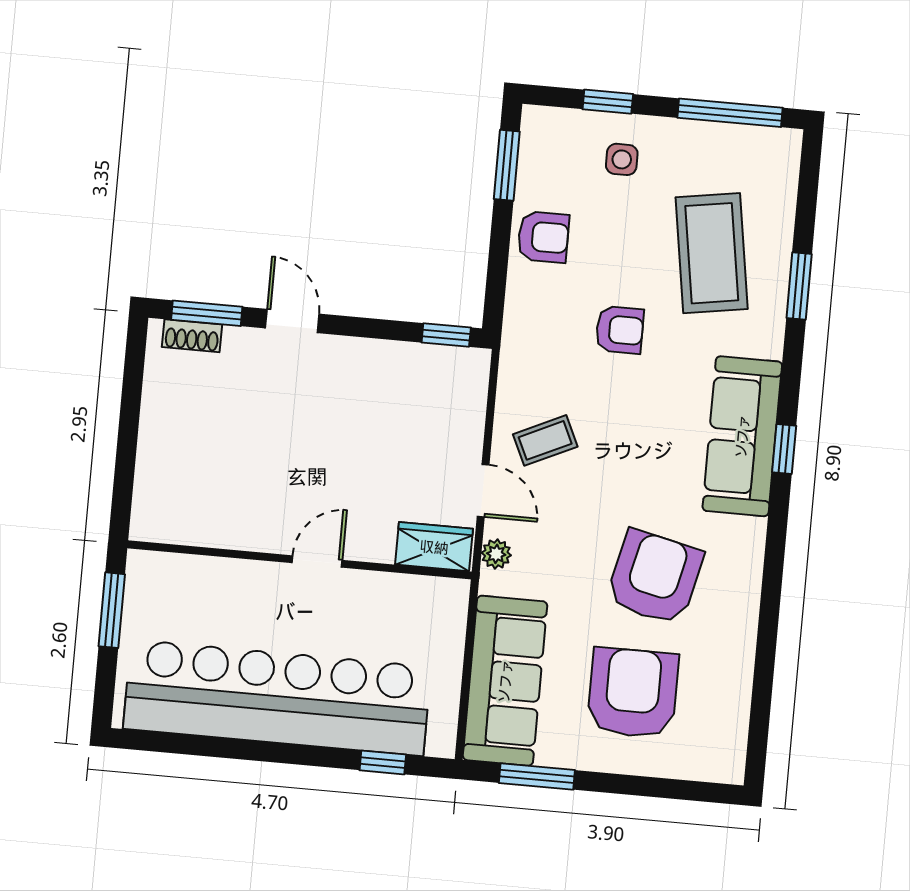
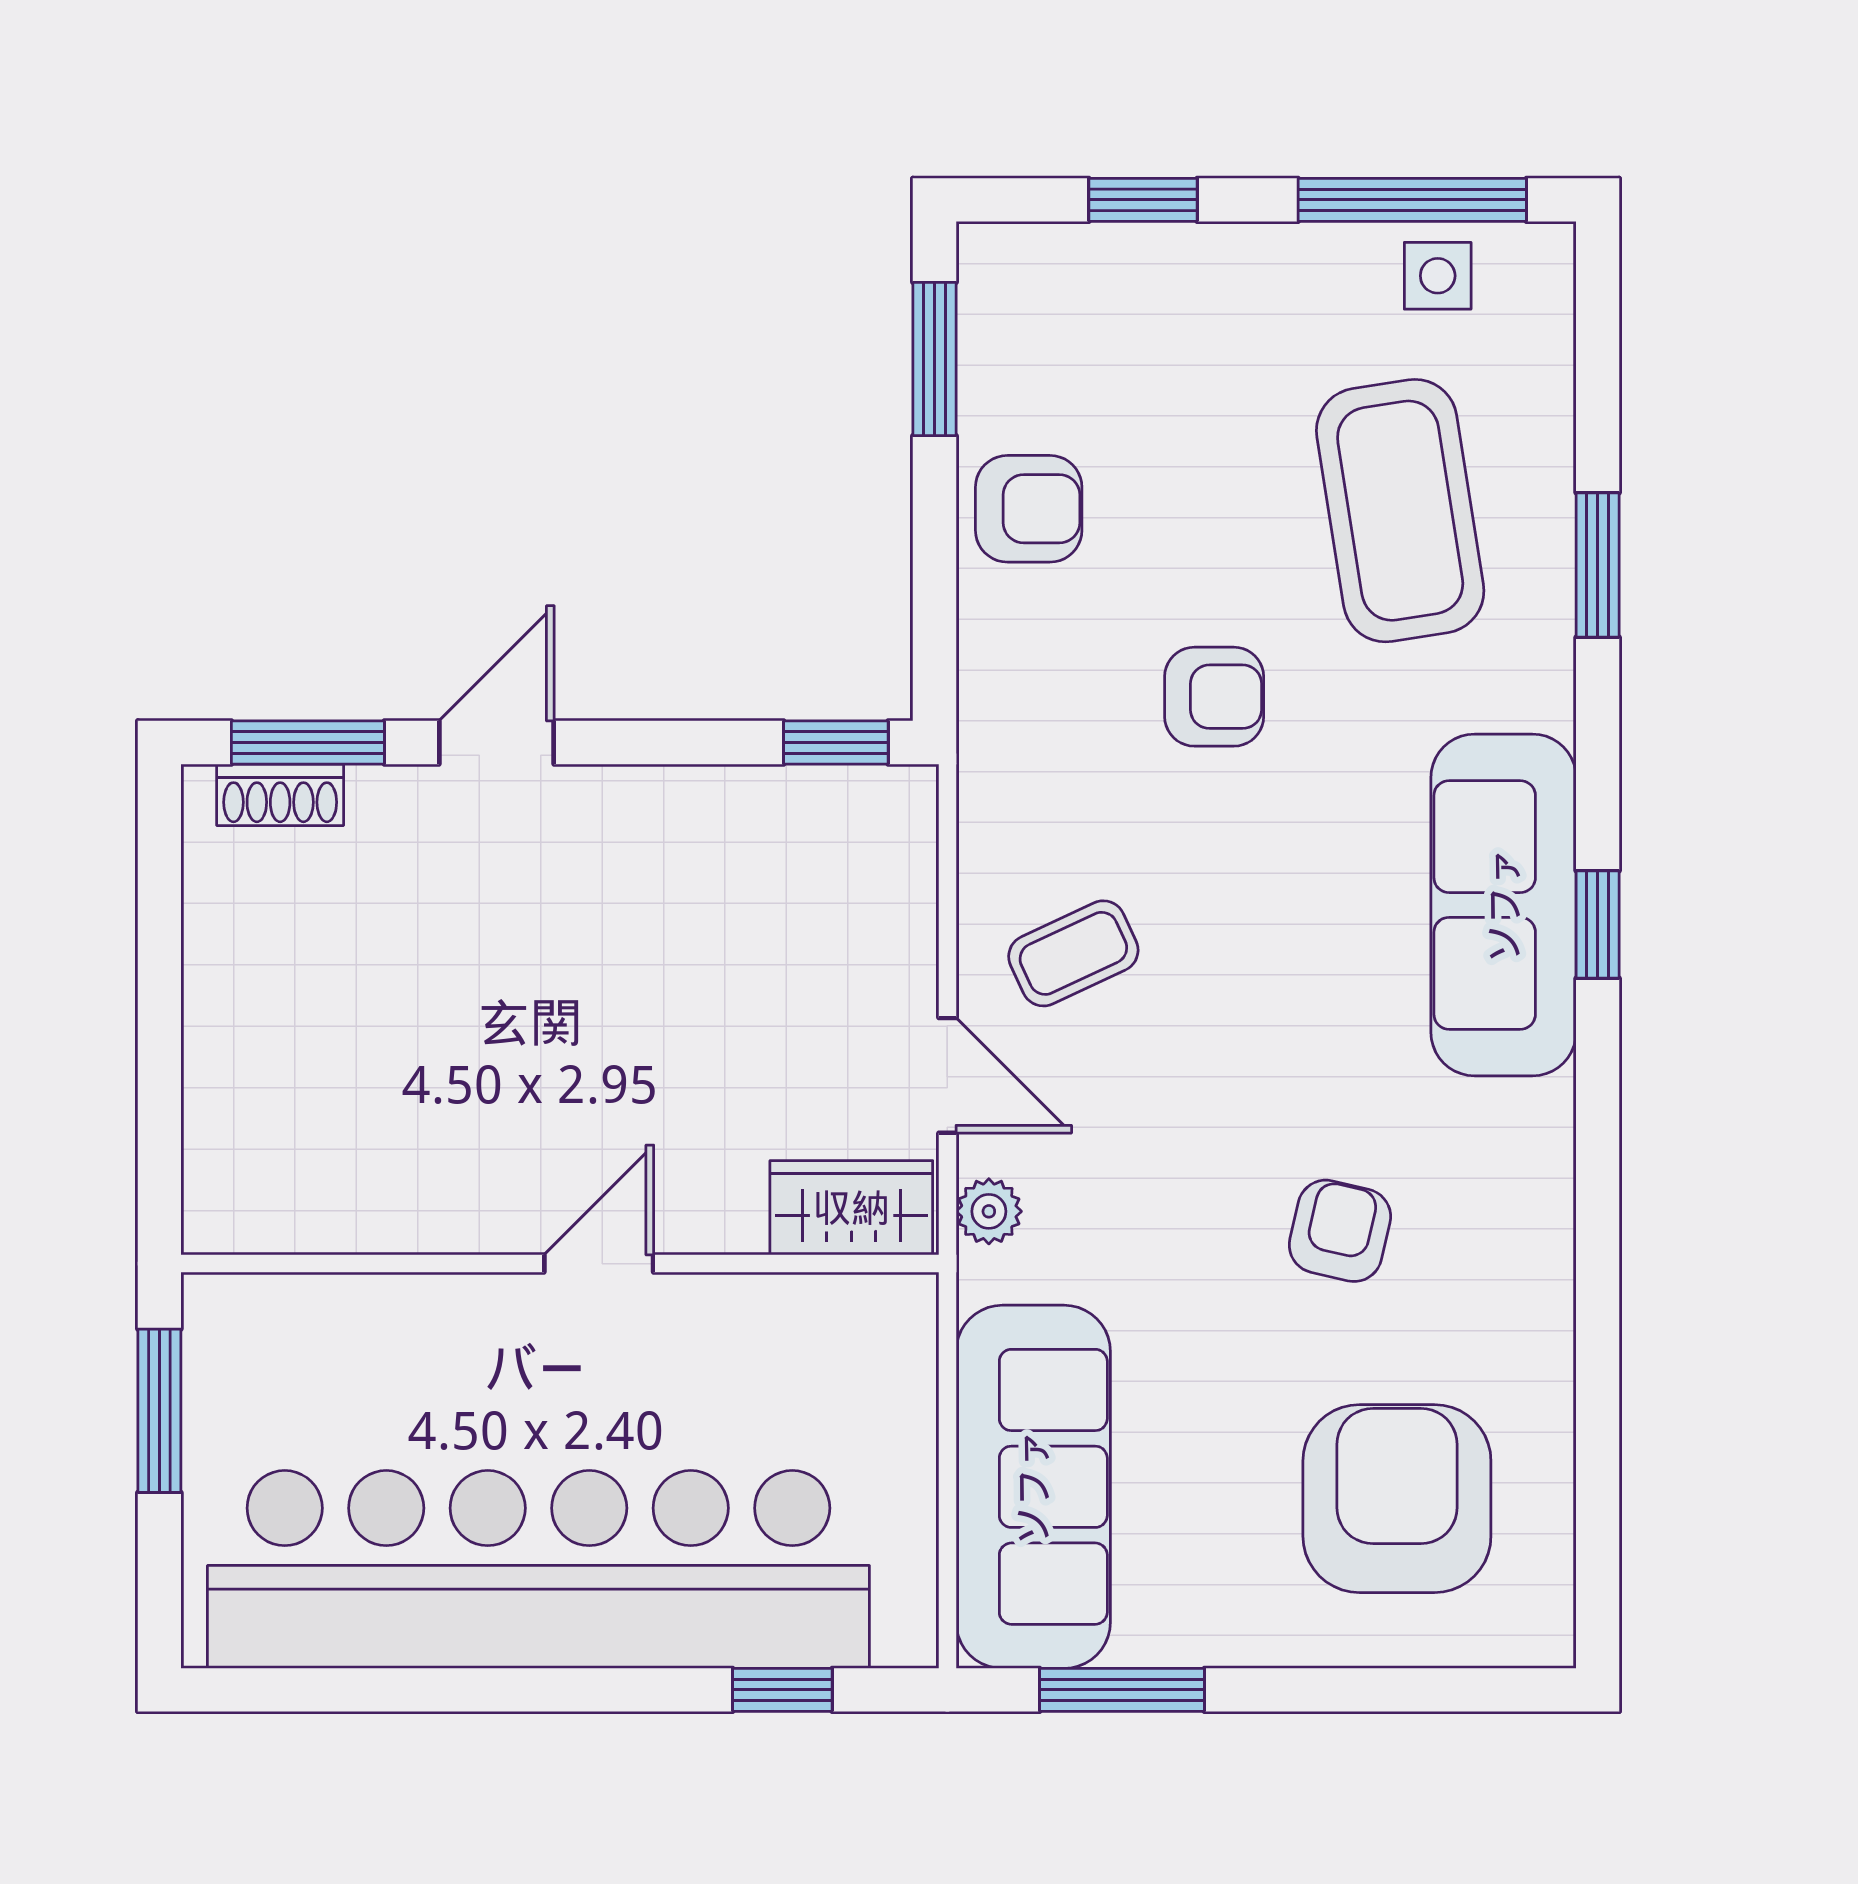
side table: (622, 159) -> (1438, 276), moved
door: (292, 321) -> (496, 743), hinge flipped
armchair: (655, 577) -> (1340, 1231), width x0.53, depth x0.53
armchair: (633, 693) -> (1397, 1499), moved

